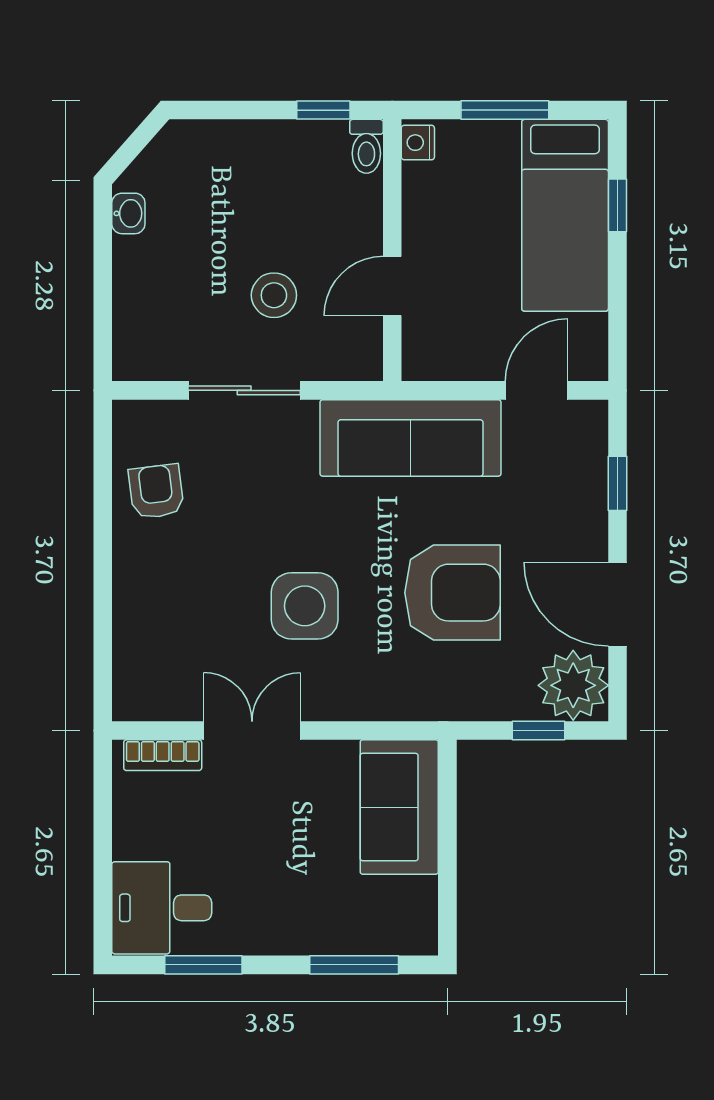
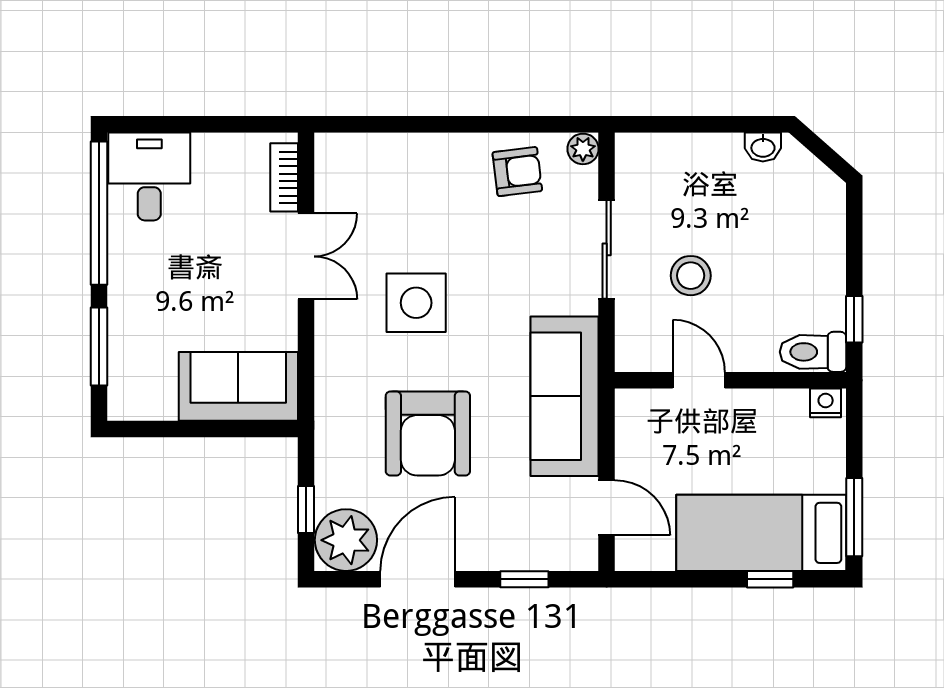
window: (505, 110) -> (854, 517), moved
toilet: (366, 146) -> (813, 352), width x1.37, depth x1.39
plant: (131, 417) -> (583, 149), added
window: (203, 965) -> (99, 213), width x2.11

